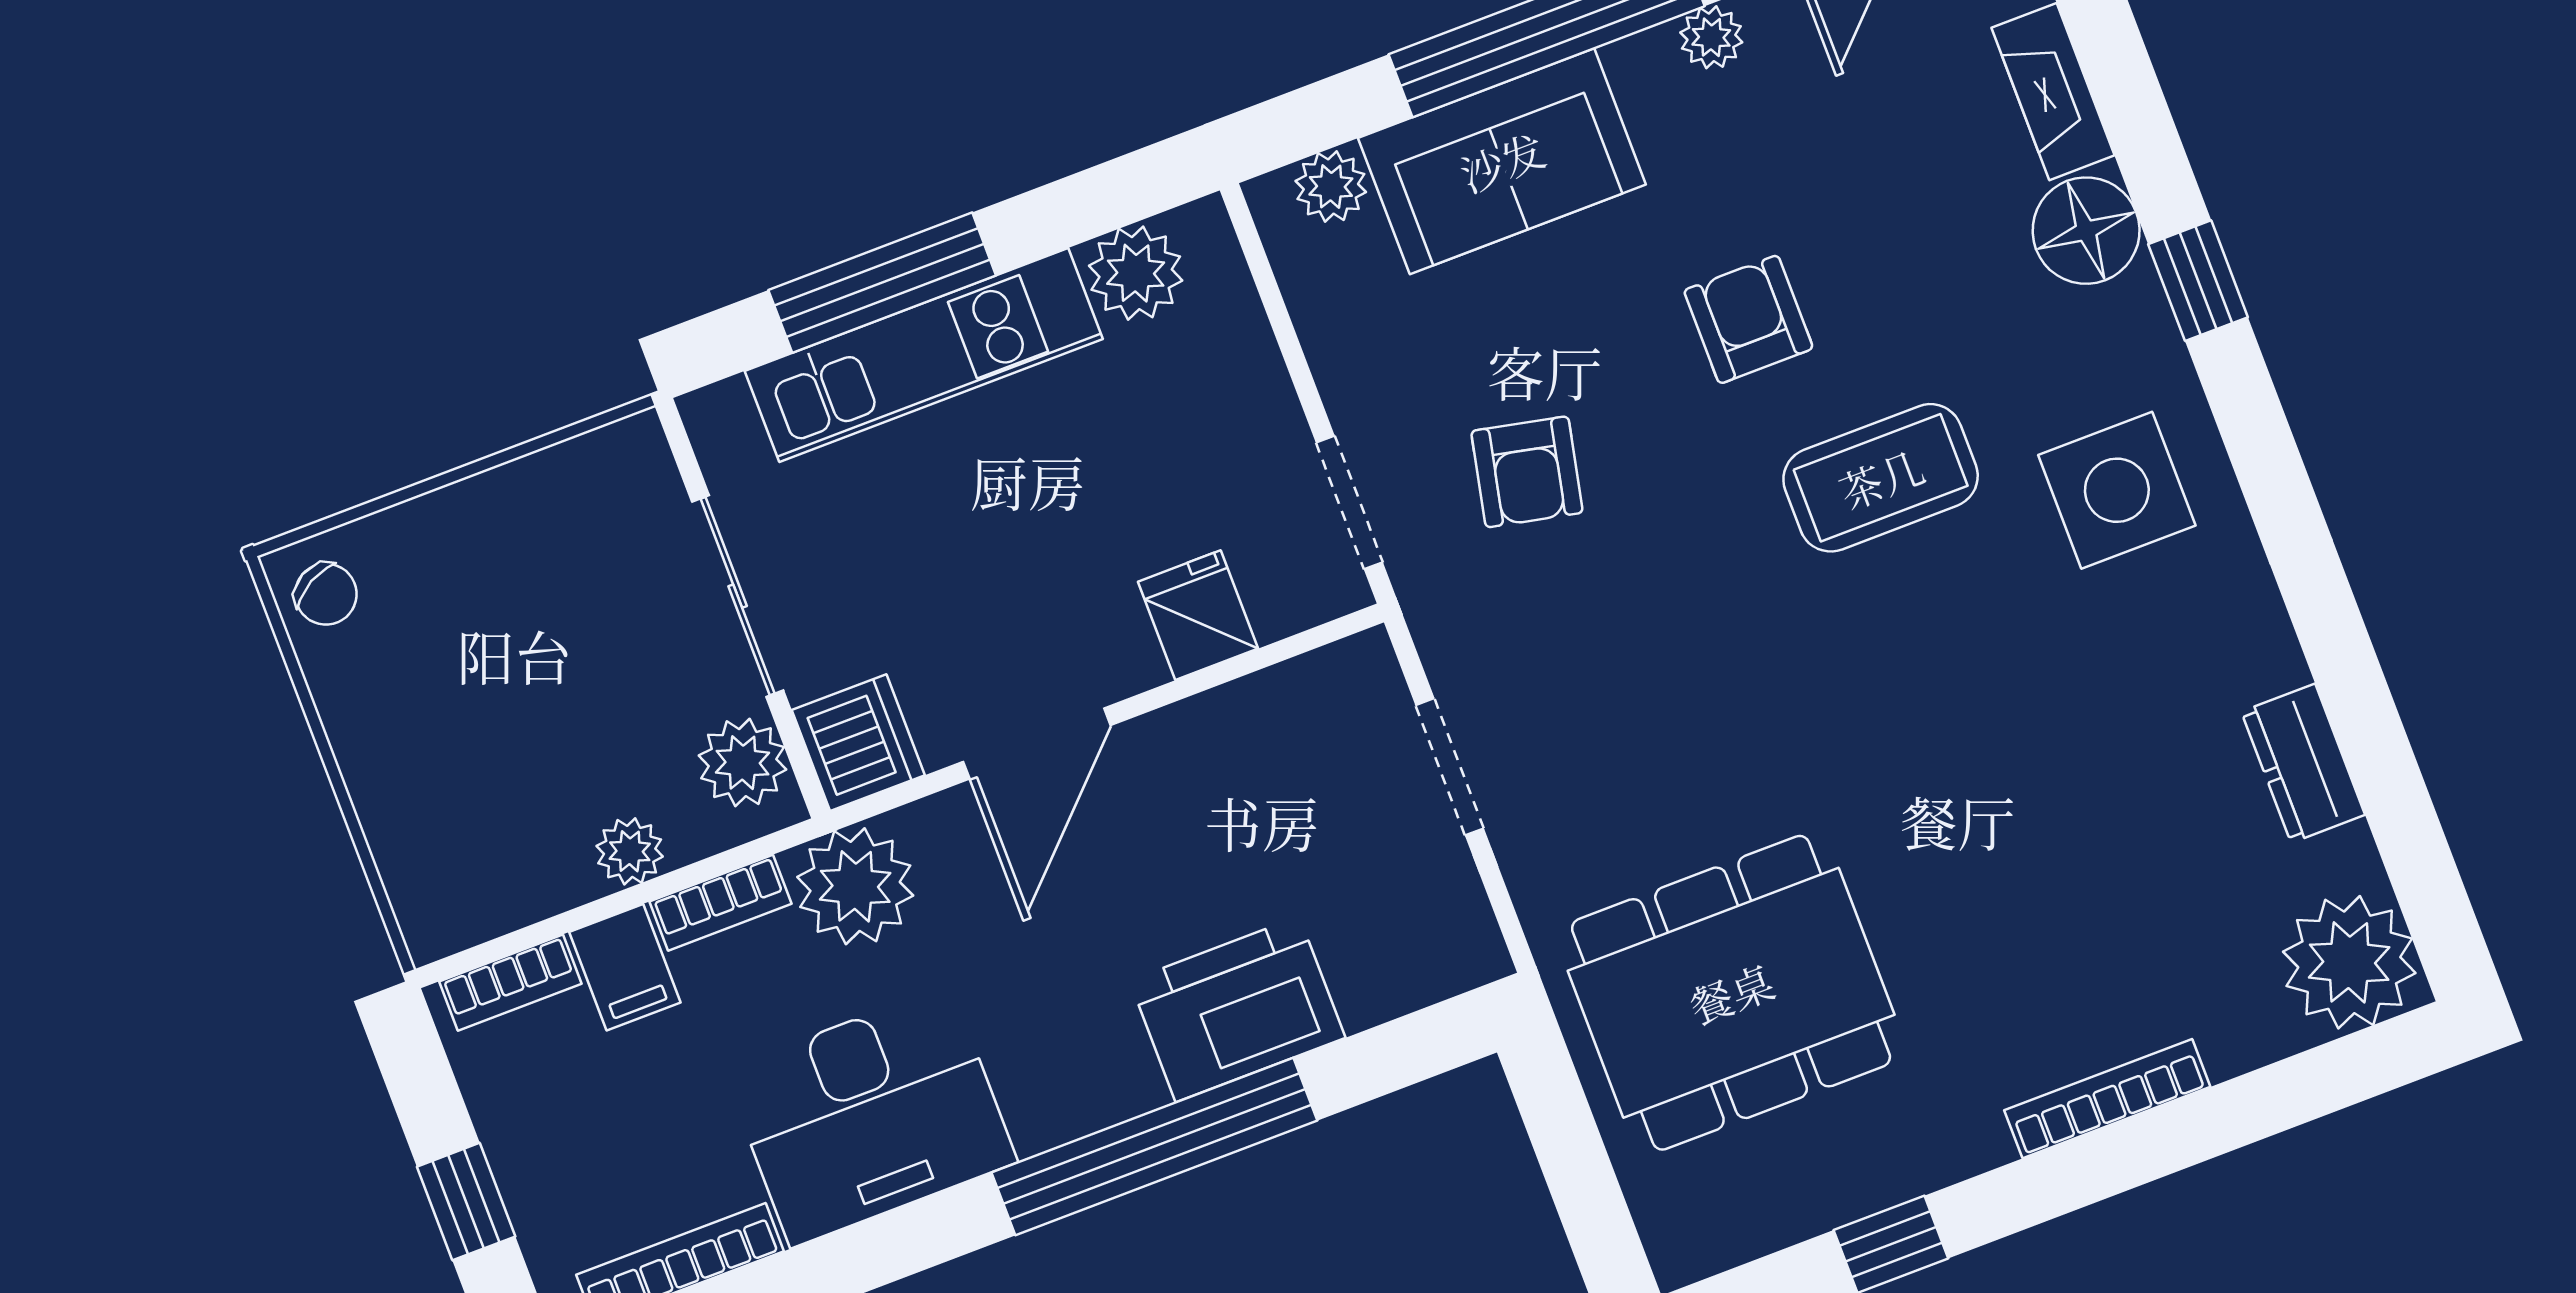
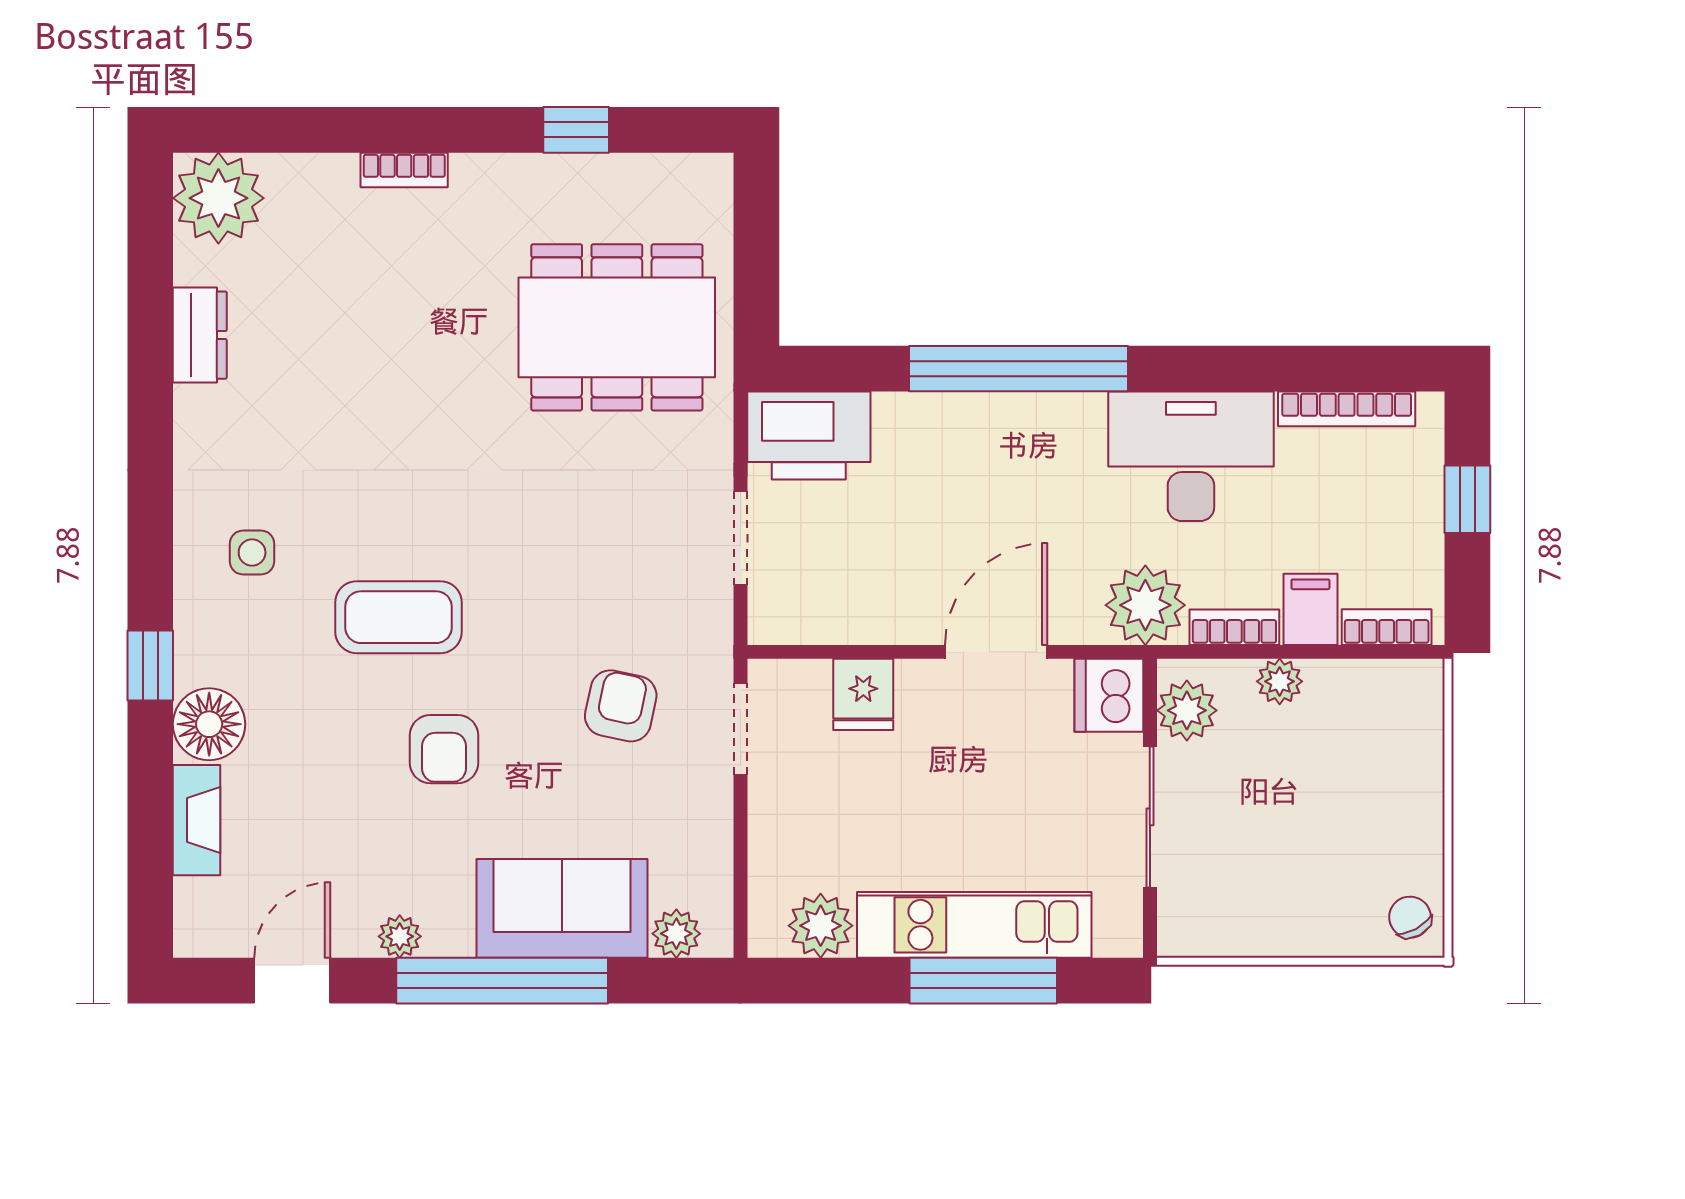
side table: (2117, 490) -> (252, 552), width x0.54, depth x0.54
printer: (1237, 1009) -> (809, 436), moved
bookcase: (2107, 1099) -> (404, 170), width x0.64

